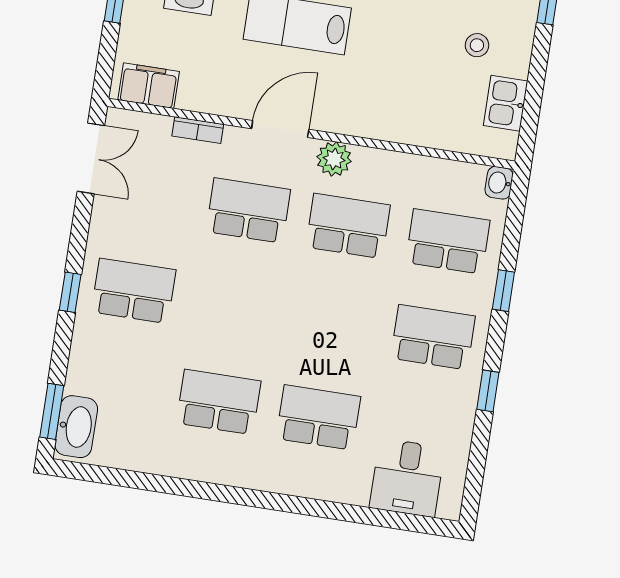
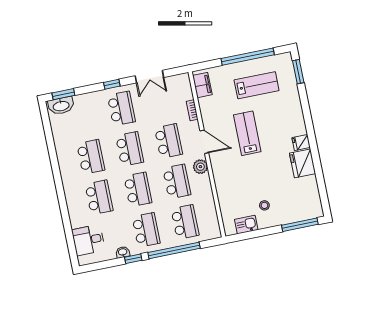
double door: (91, 158) -> (149, 77), moved
washbasin: (499, 183) -> (123, 252), moved
window: (503, 291) -> (174, 250), width x3.17
school desk: (233, 306) -> (130, 149), added
school desk: (333, 322) -> (138, 189), added

